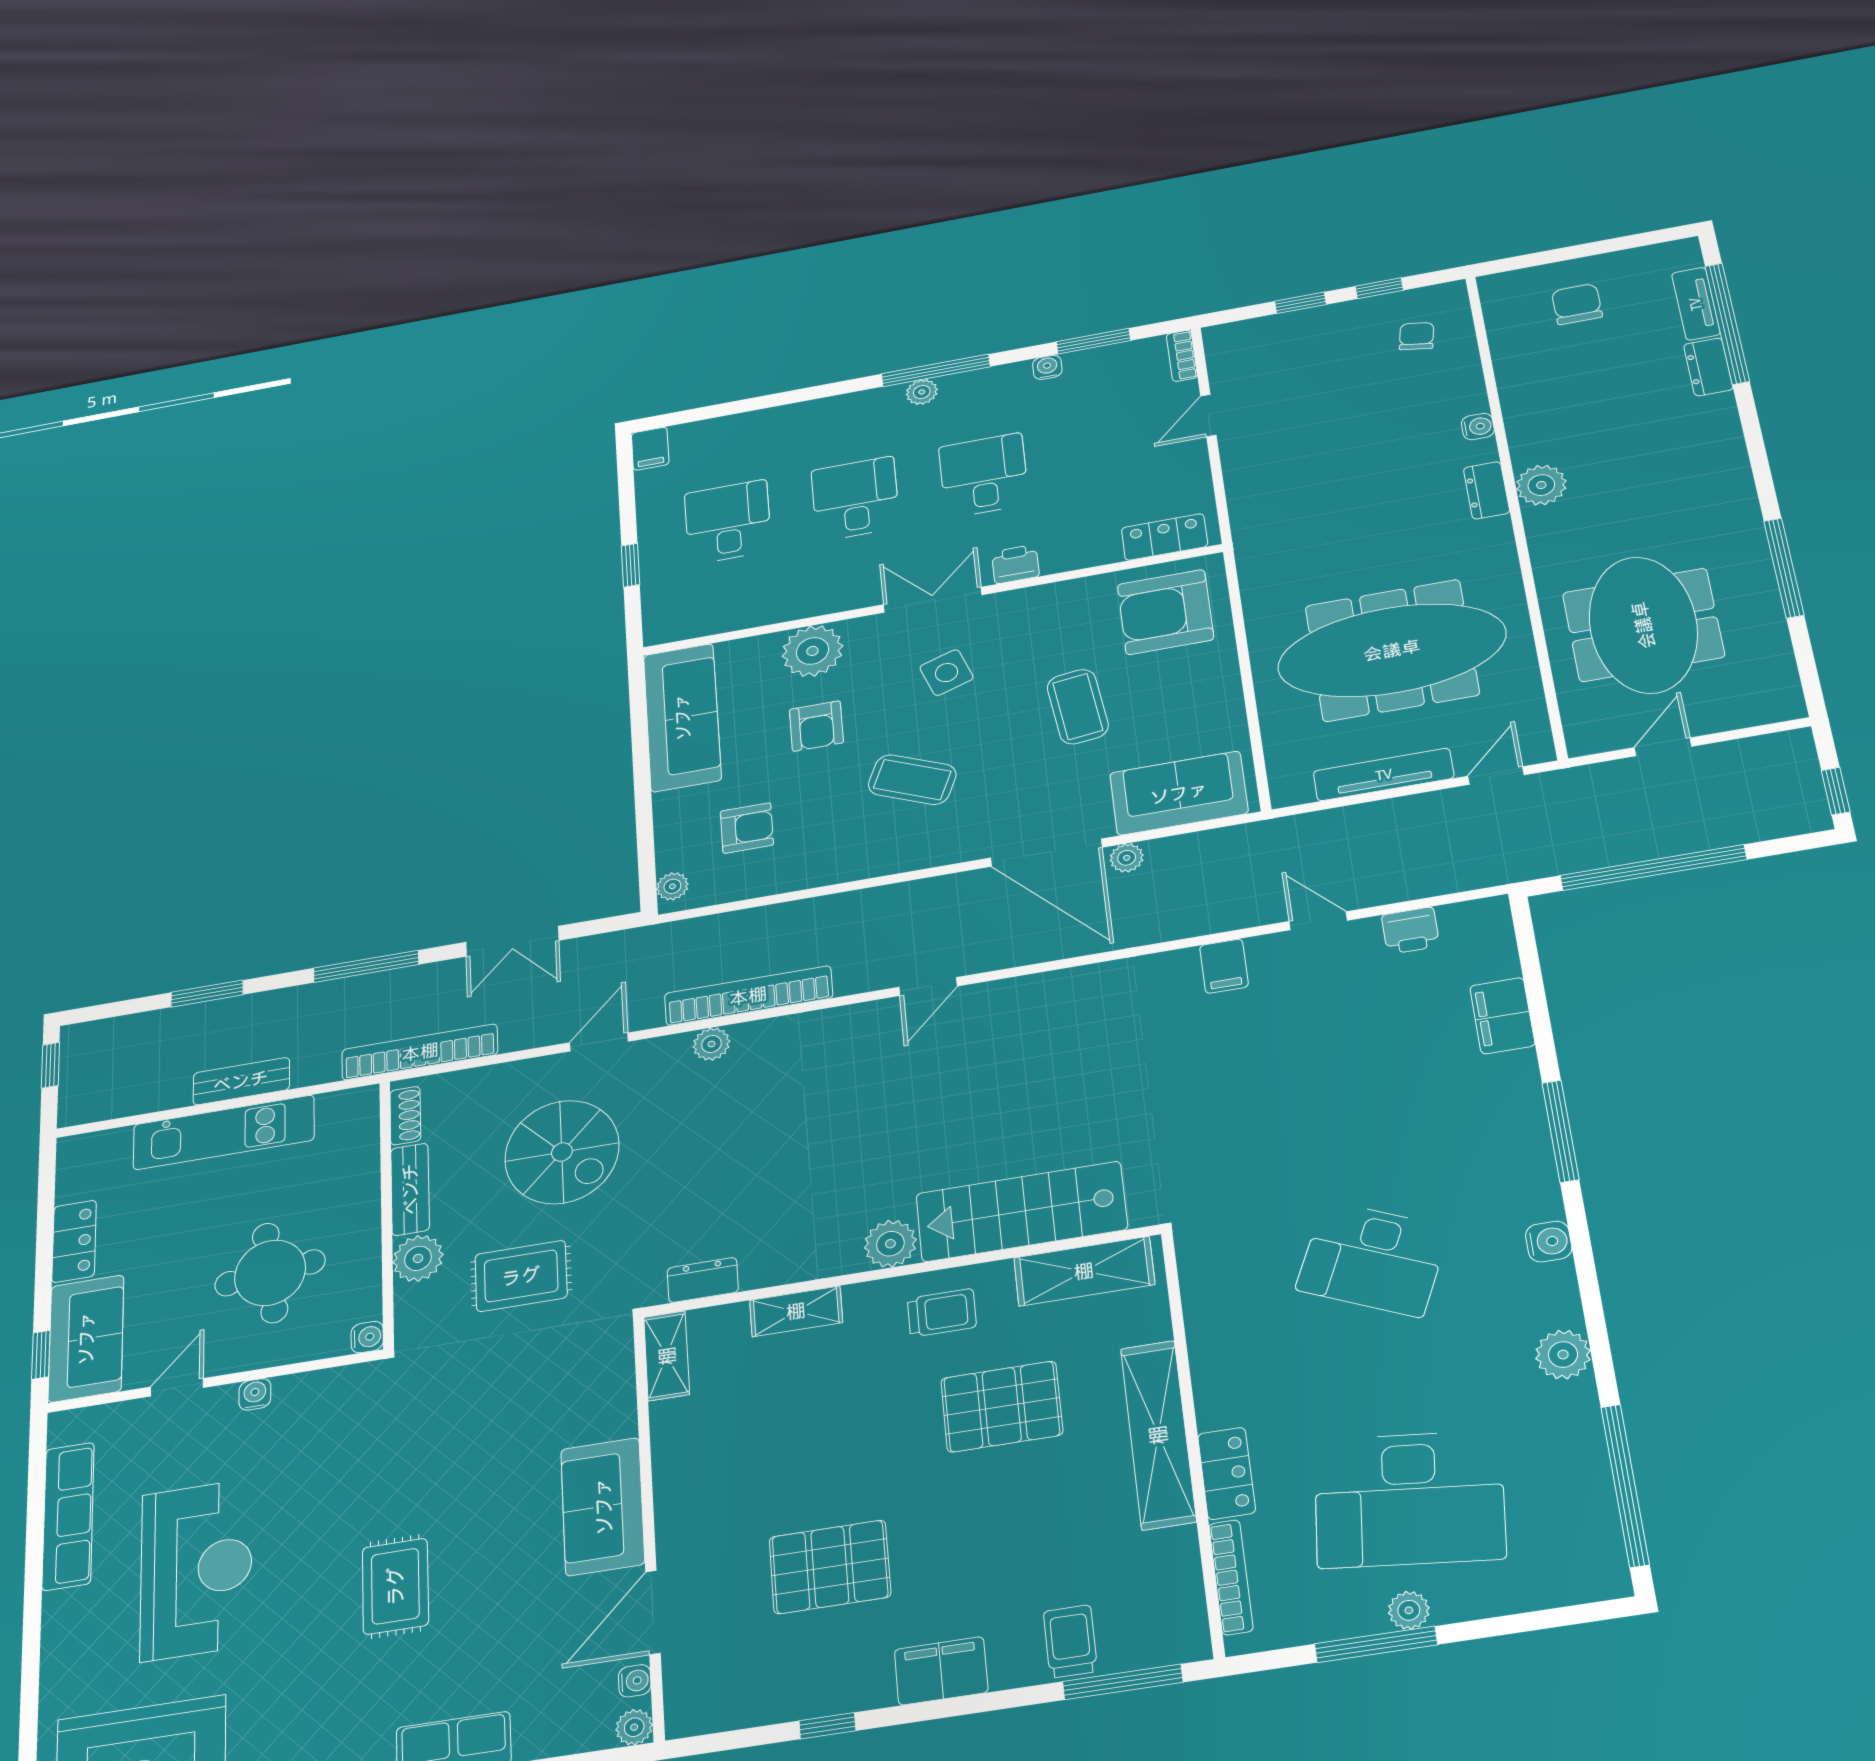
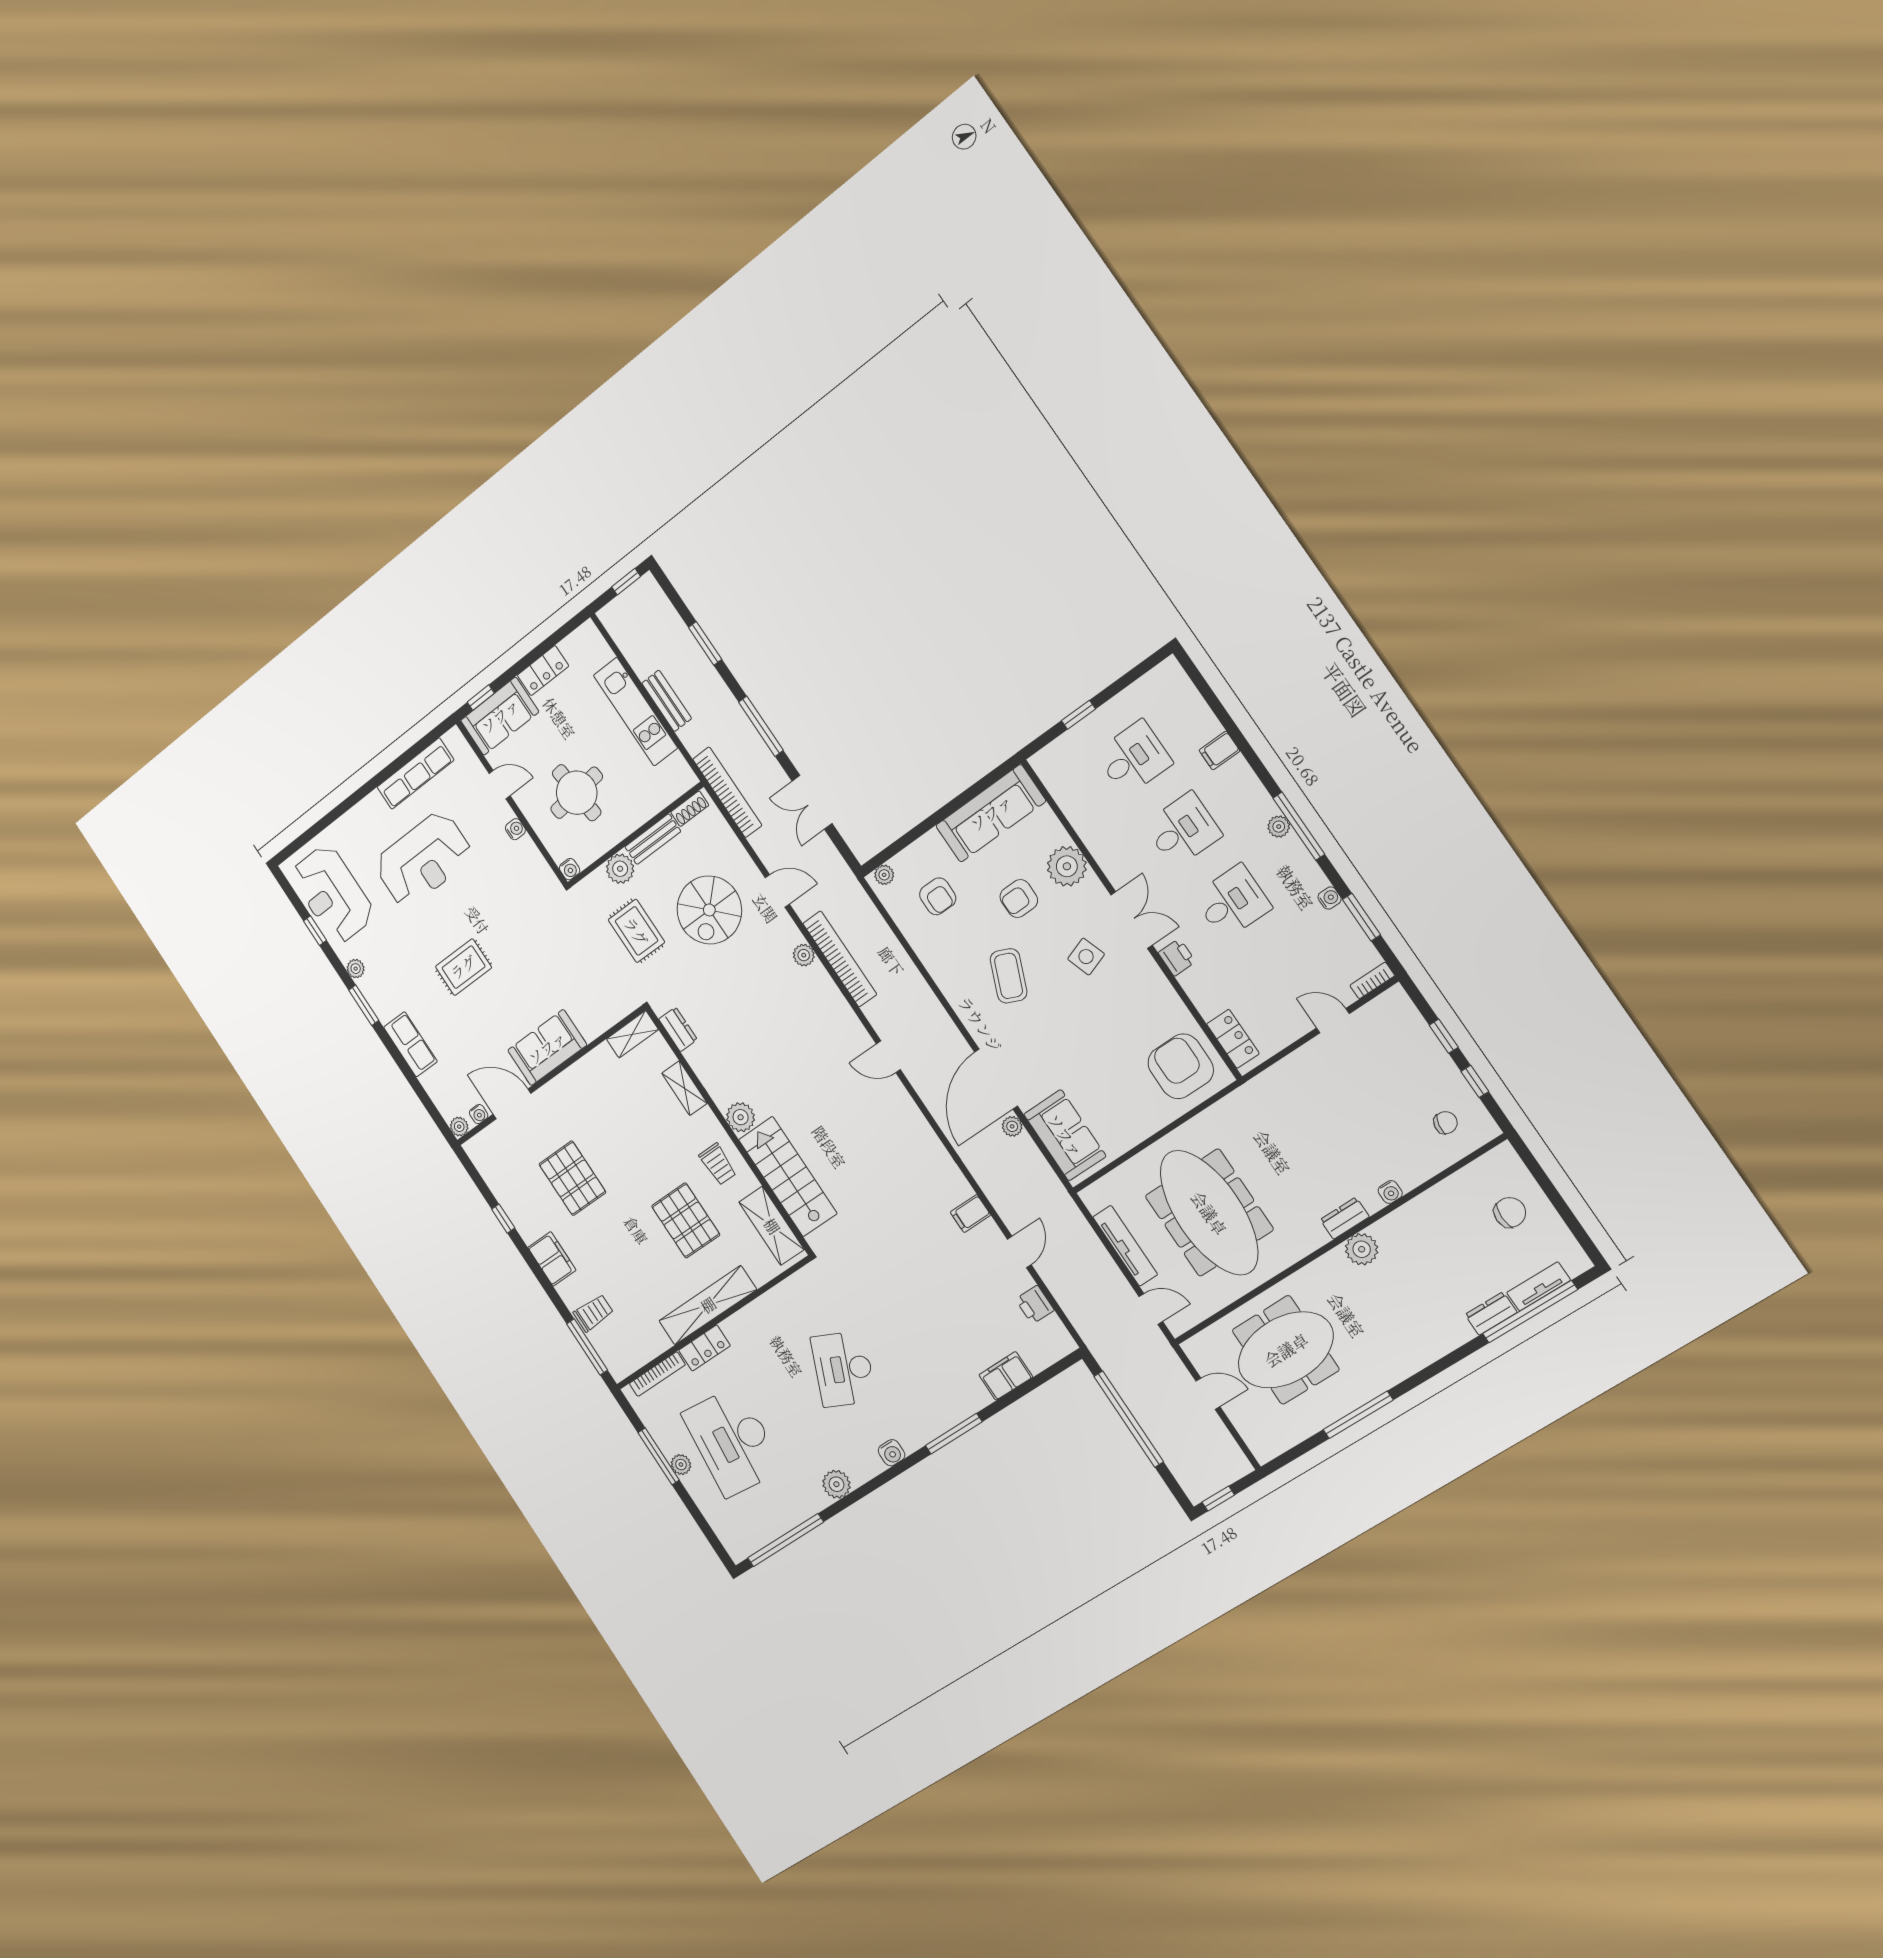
filing cabinet: (650, 449) -> (1219, 751), moved
coffee table: (1078, 707) -> (1096, 1047), removed

